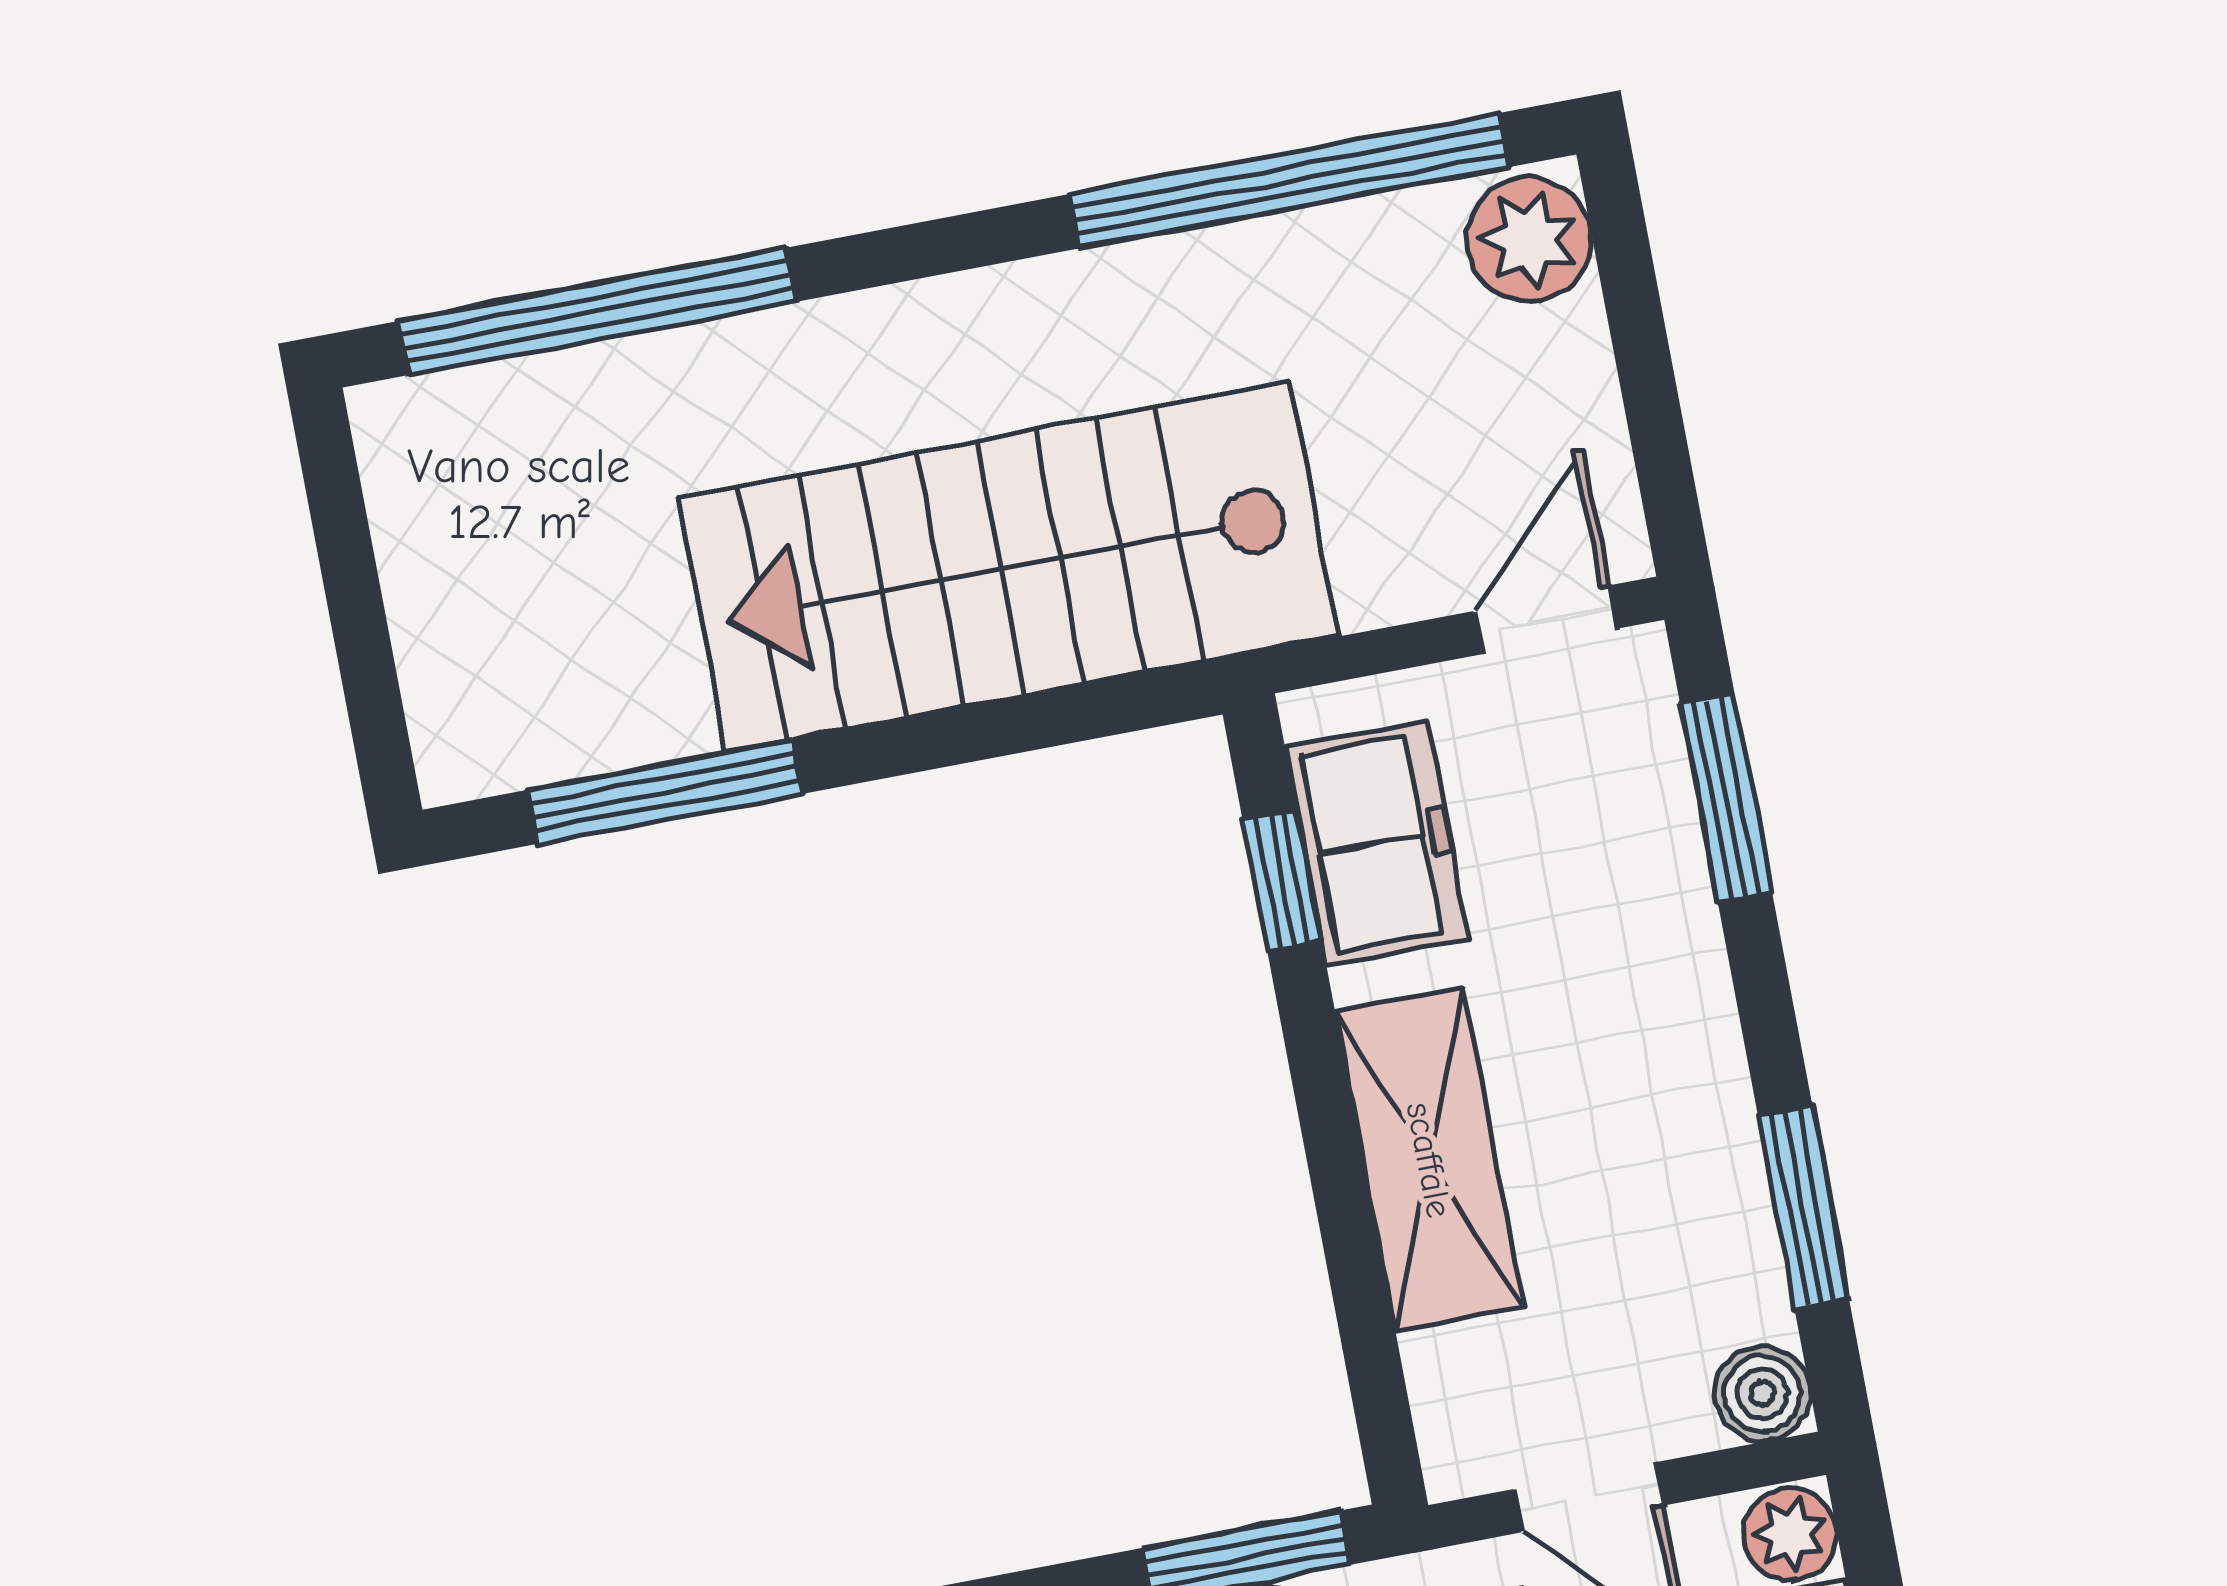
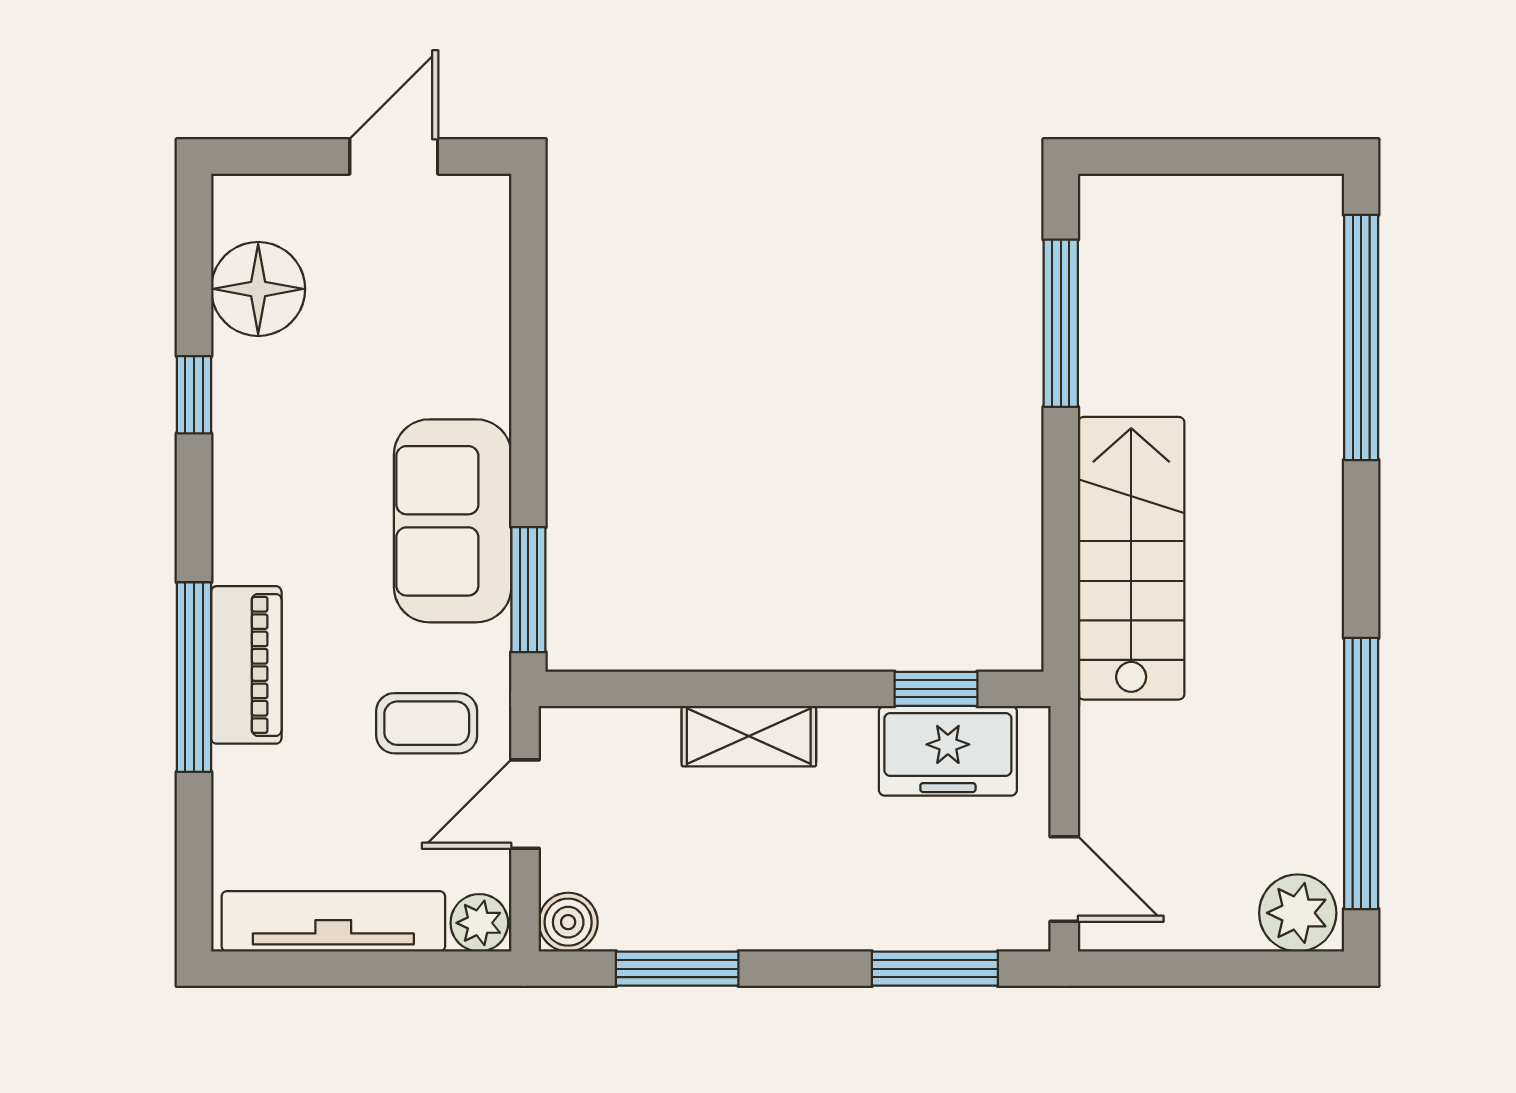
stairs: (1008, 567) -> (1131, 558), width x0.73, depth x0.66
shelving: (1429, 1160) -> (749, 736), width x0.67, depth x0.75

